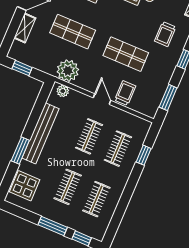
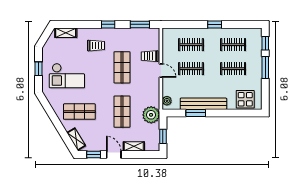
plant: (68, 71) -> (151, 115), moved
door: (102, 99) -> (161, 71), swing flipped
window: (20, 151) -> (196, 113), moved
window: (144, 155) -> (215, 24), moved

